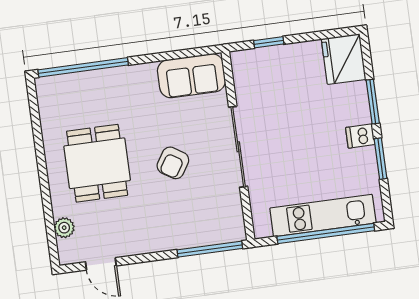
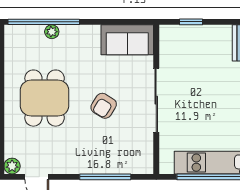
plant: (95, 78) -> (52, 32), added
plant: (64, 228) -> (12, 166), moved
window: (210, 249) -> (105, 177), moved

